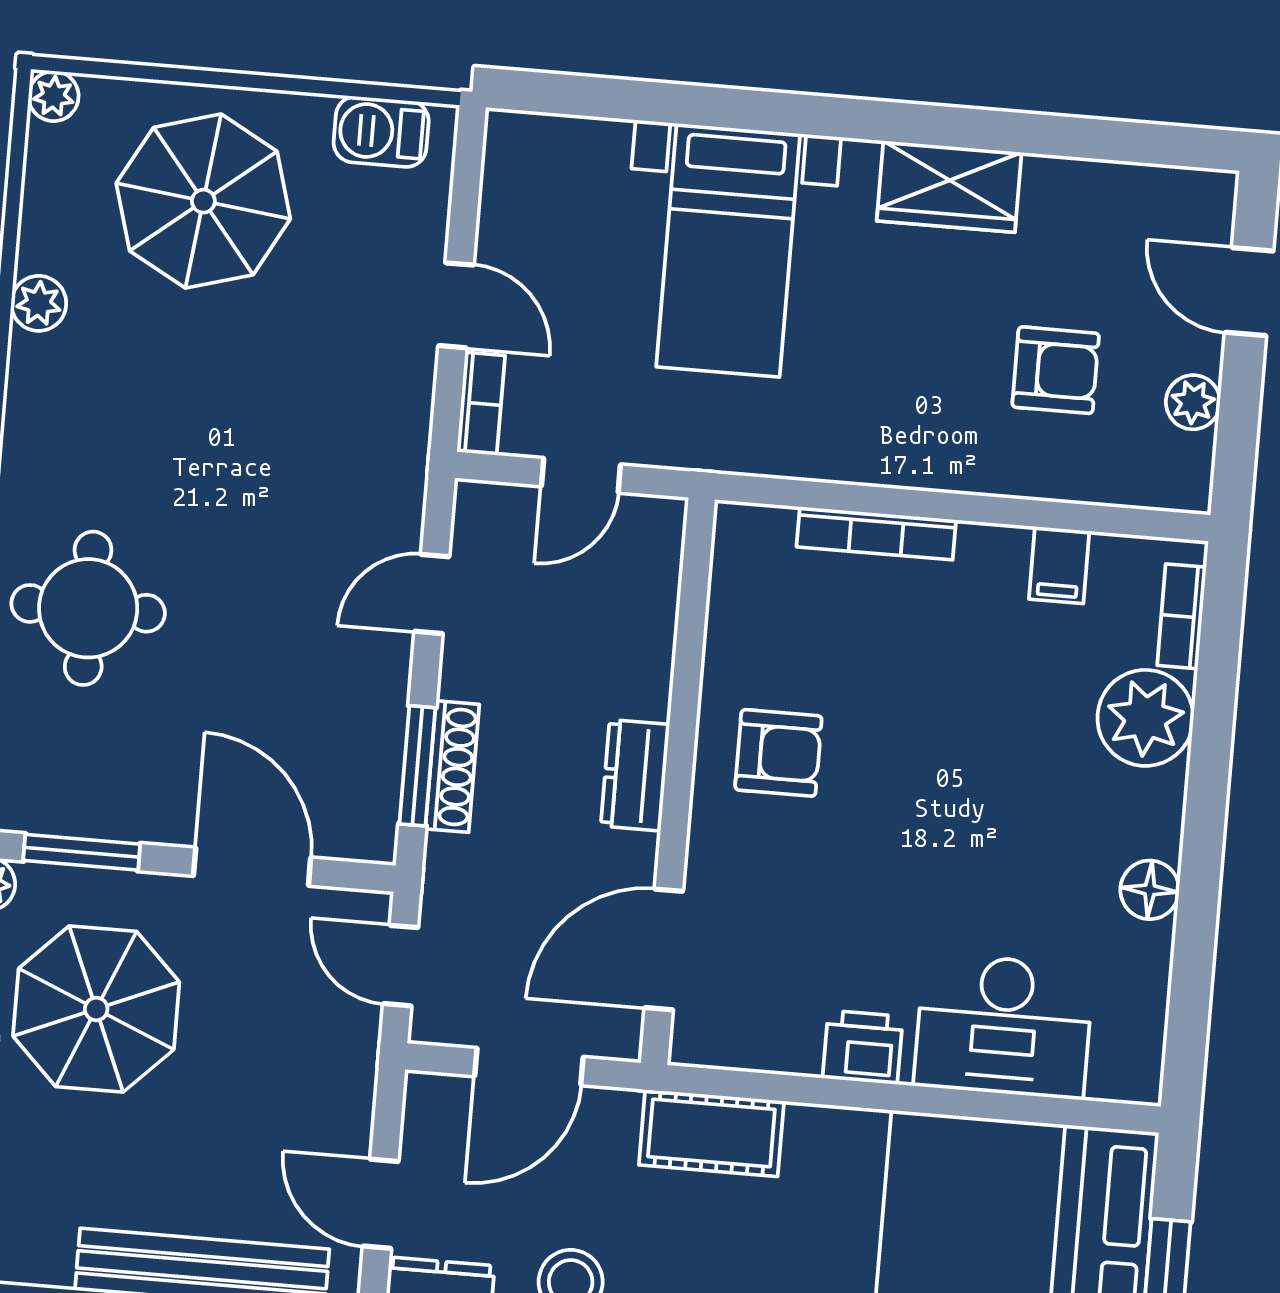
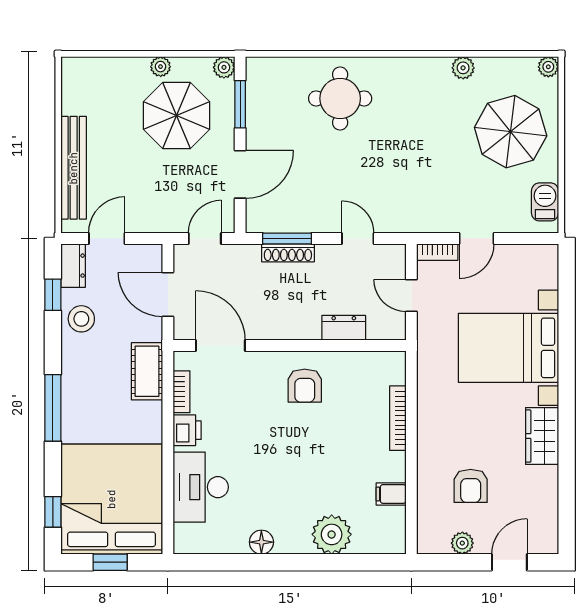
bed with nightstands: (728, 250) -> (508, 348), width x1.36
bookcase: (1182, 616) -> (182, 392), moved, turned 90
dresser: (635, 775) -> (344, 328), moved

